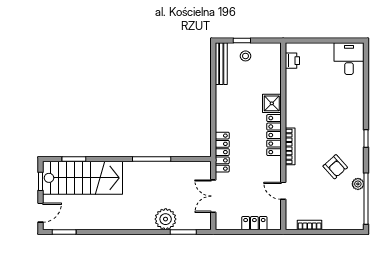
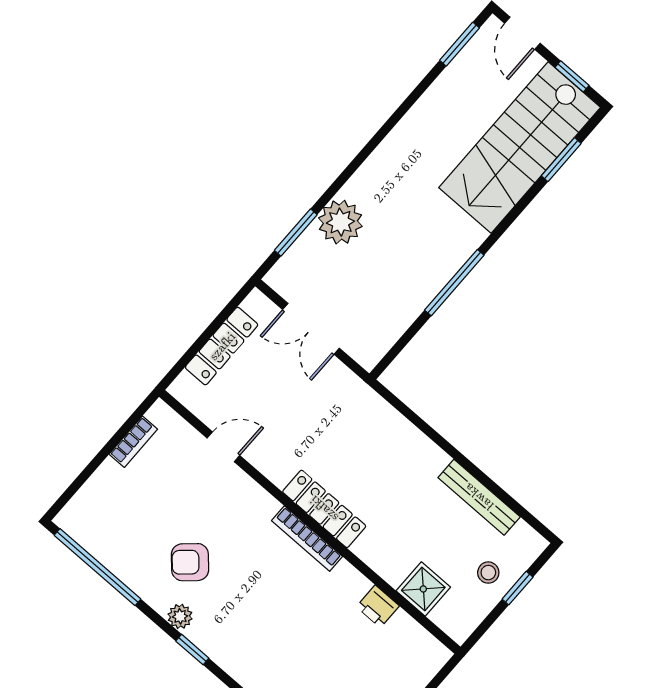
printer: (292, 61) -> (378, 606), moved
bench: (221, 64) -> (479, 497), moved
shower: (272, 103) -> (423, 589), moved
bookcase: (290, 146) -> (307, 539), moved
locker: (222, 152) -> (368, 404), removed
plant: (358, 184) -> (180, 616), moved
double door: (213, 196) -> (311, 329), swing flipped
locker: (254, 223) -> (222, 346), width x1.53

